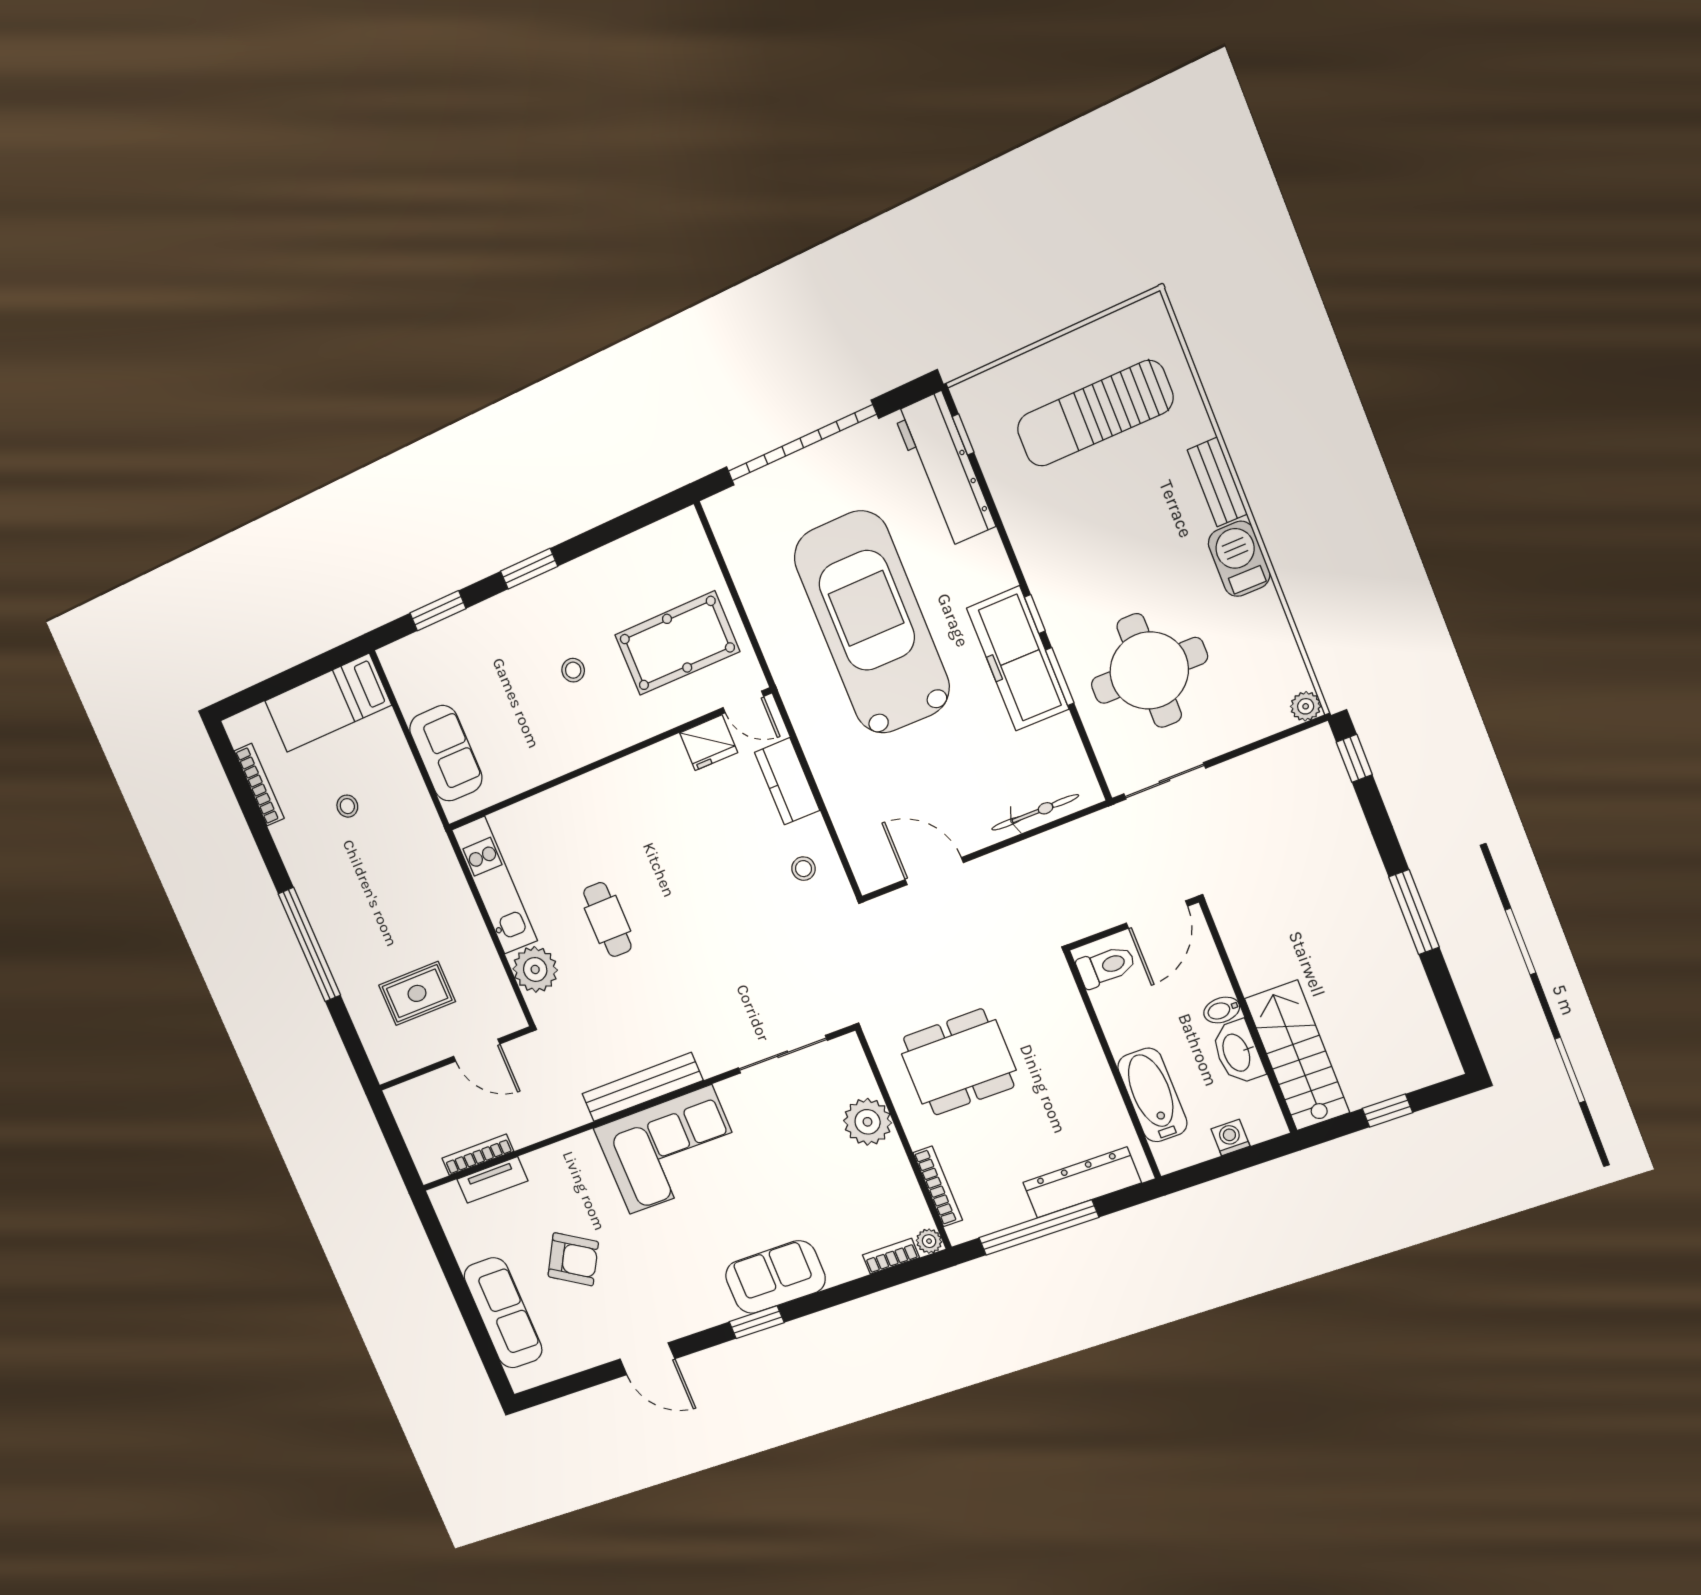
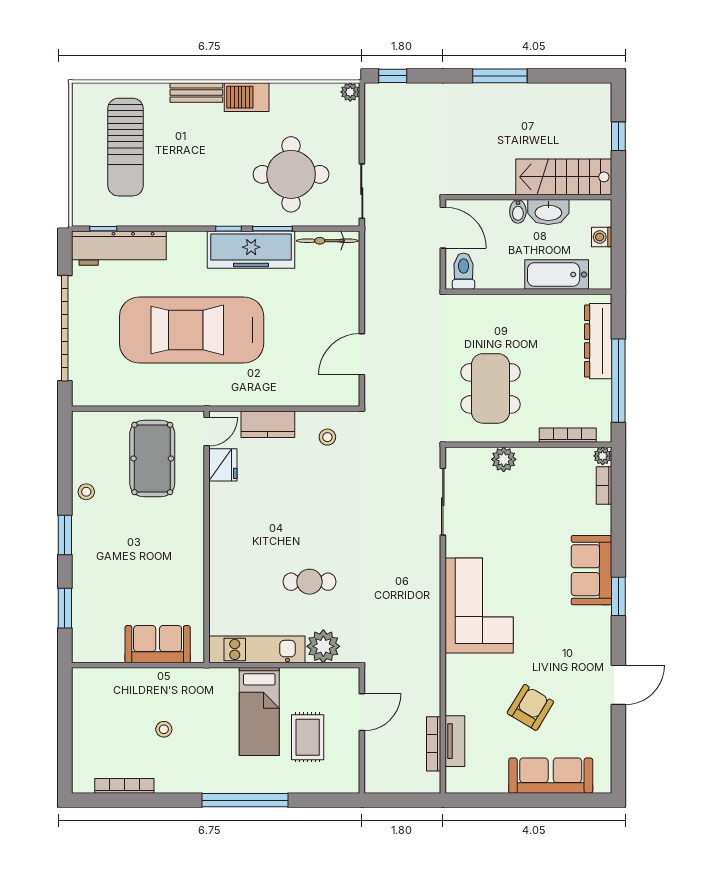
stool: (573, 670) -> (86, 492), moved
bed: (328, 703) -> (259, 712), moved
bicycle: (1035, 812) -> (327, 241), moved, turned -90
bench: (642, 1087) -> (430, 607), removed
plant: (868, 1122) -> (504, 459), width x0.73, depth x0.73

